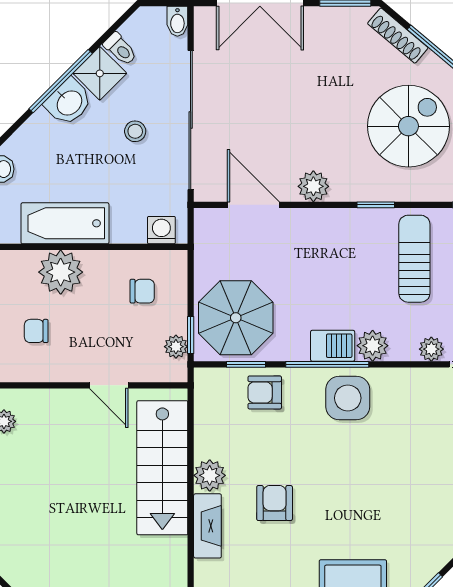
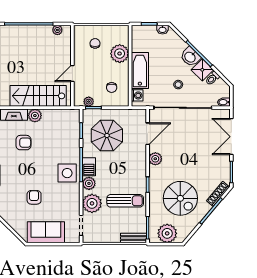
bathtub: (65, 223) -> (140, 71), moved
parasol: (236, 318) -> (107, 135), moved
plant: (431, 349) -> (92, 203), width x1.87, depth x1.87
armchair: (265, 392) -> (34, 197), moved

